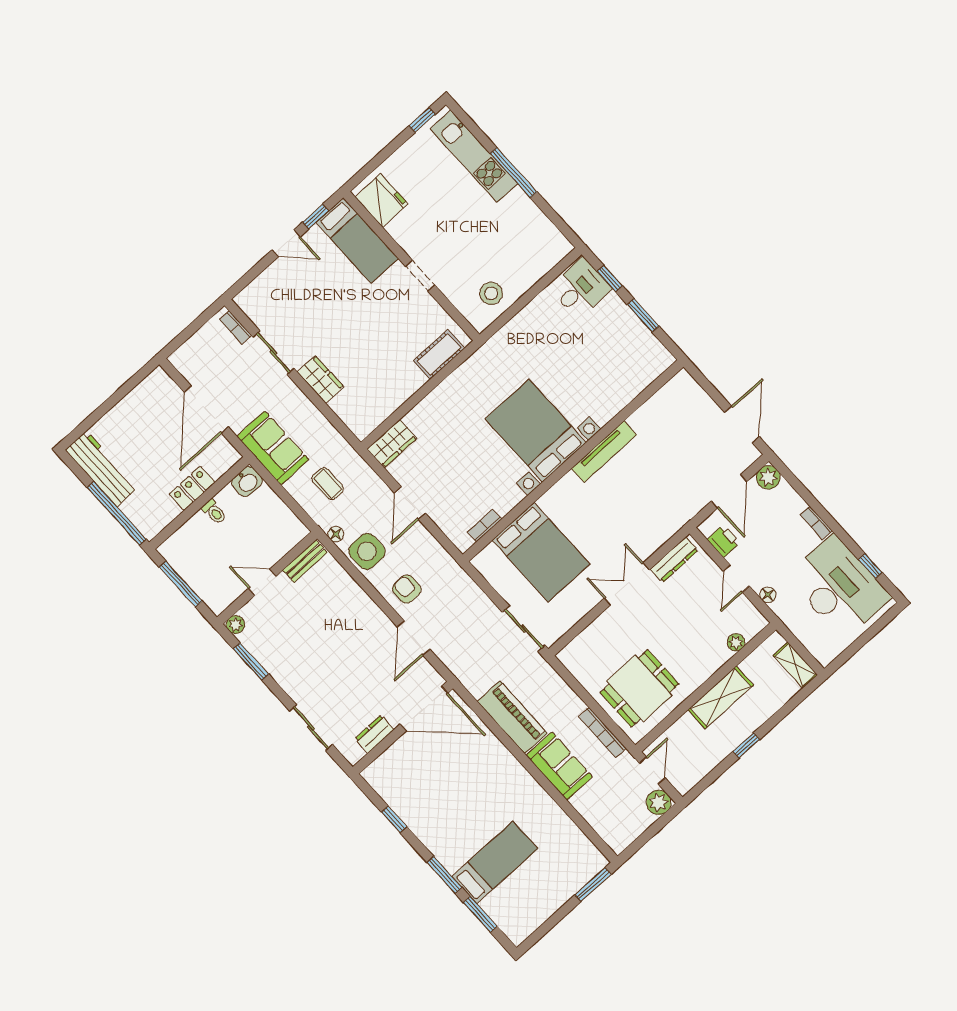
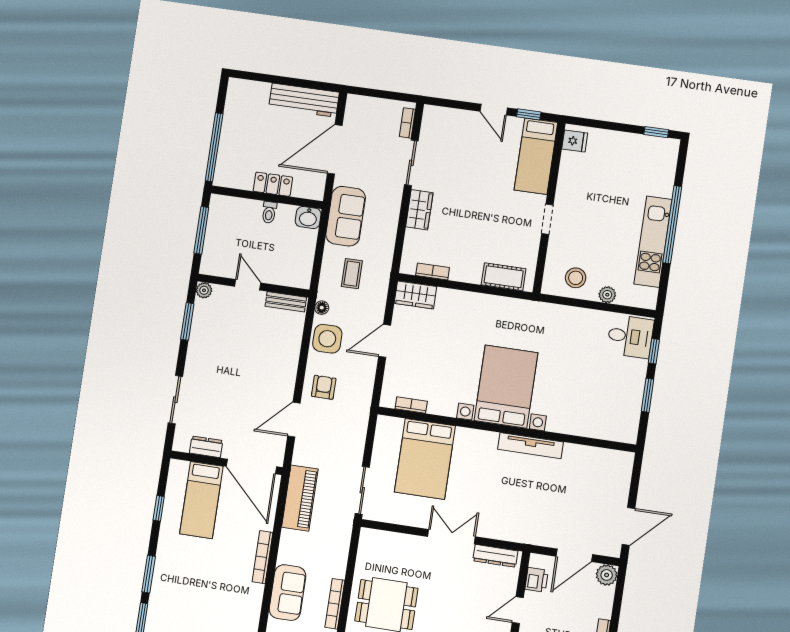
kitchen unit: (474, 156) -> (653, 242), moved
window: (514, 173) -> (672, 225), width x1.46
fridge: (381, 200) -> (575, 141), width x0.53, depth x0.75
plant: (528, 278) -> (607, 295), added
bookcase: (384, 412) -> (433, 271), added
workbench: (102, 469) -> (304, 100), moved, turned 90
piano: (512, 717) -> (300, 498), moved
bookcase: (511, 763) -> (262, 557), added
bed: (495, 862) -> (201, 500), moved, turned 90

